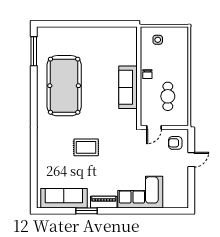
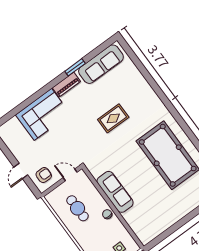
door: (154, 128) -> (70, 175), hinge flipped

